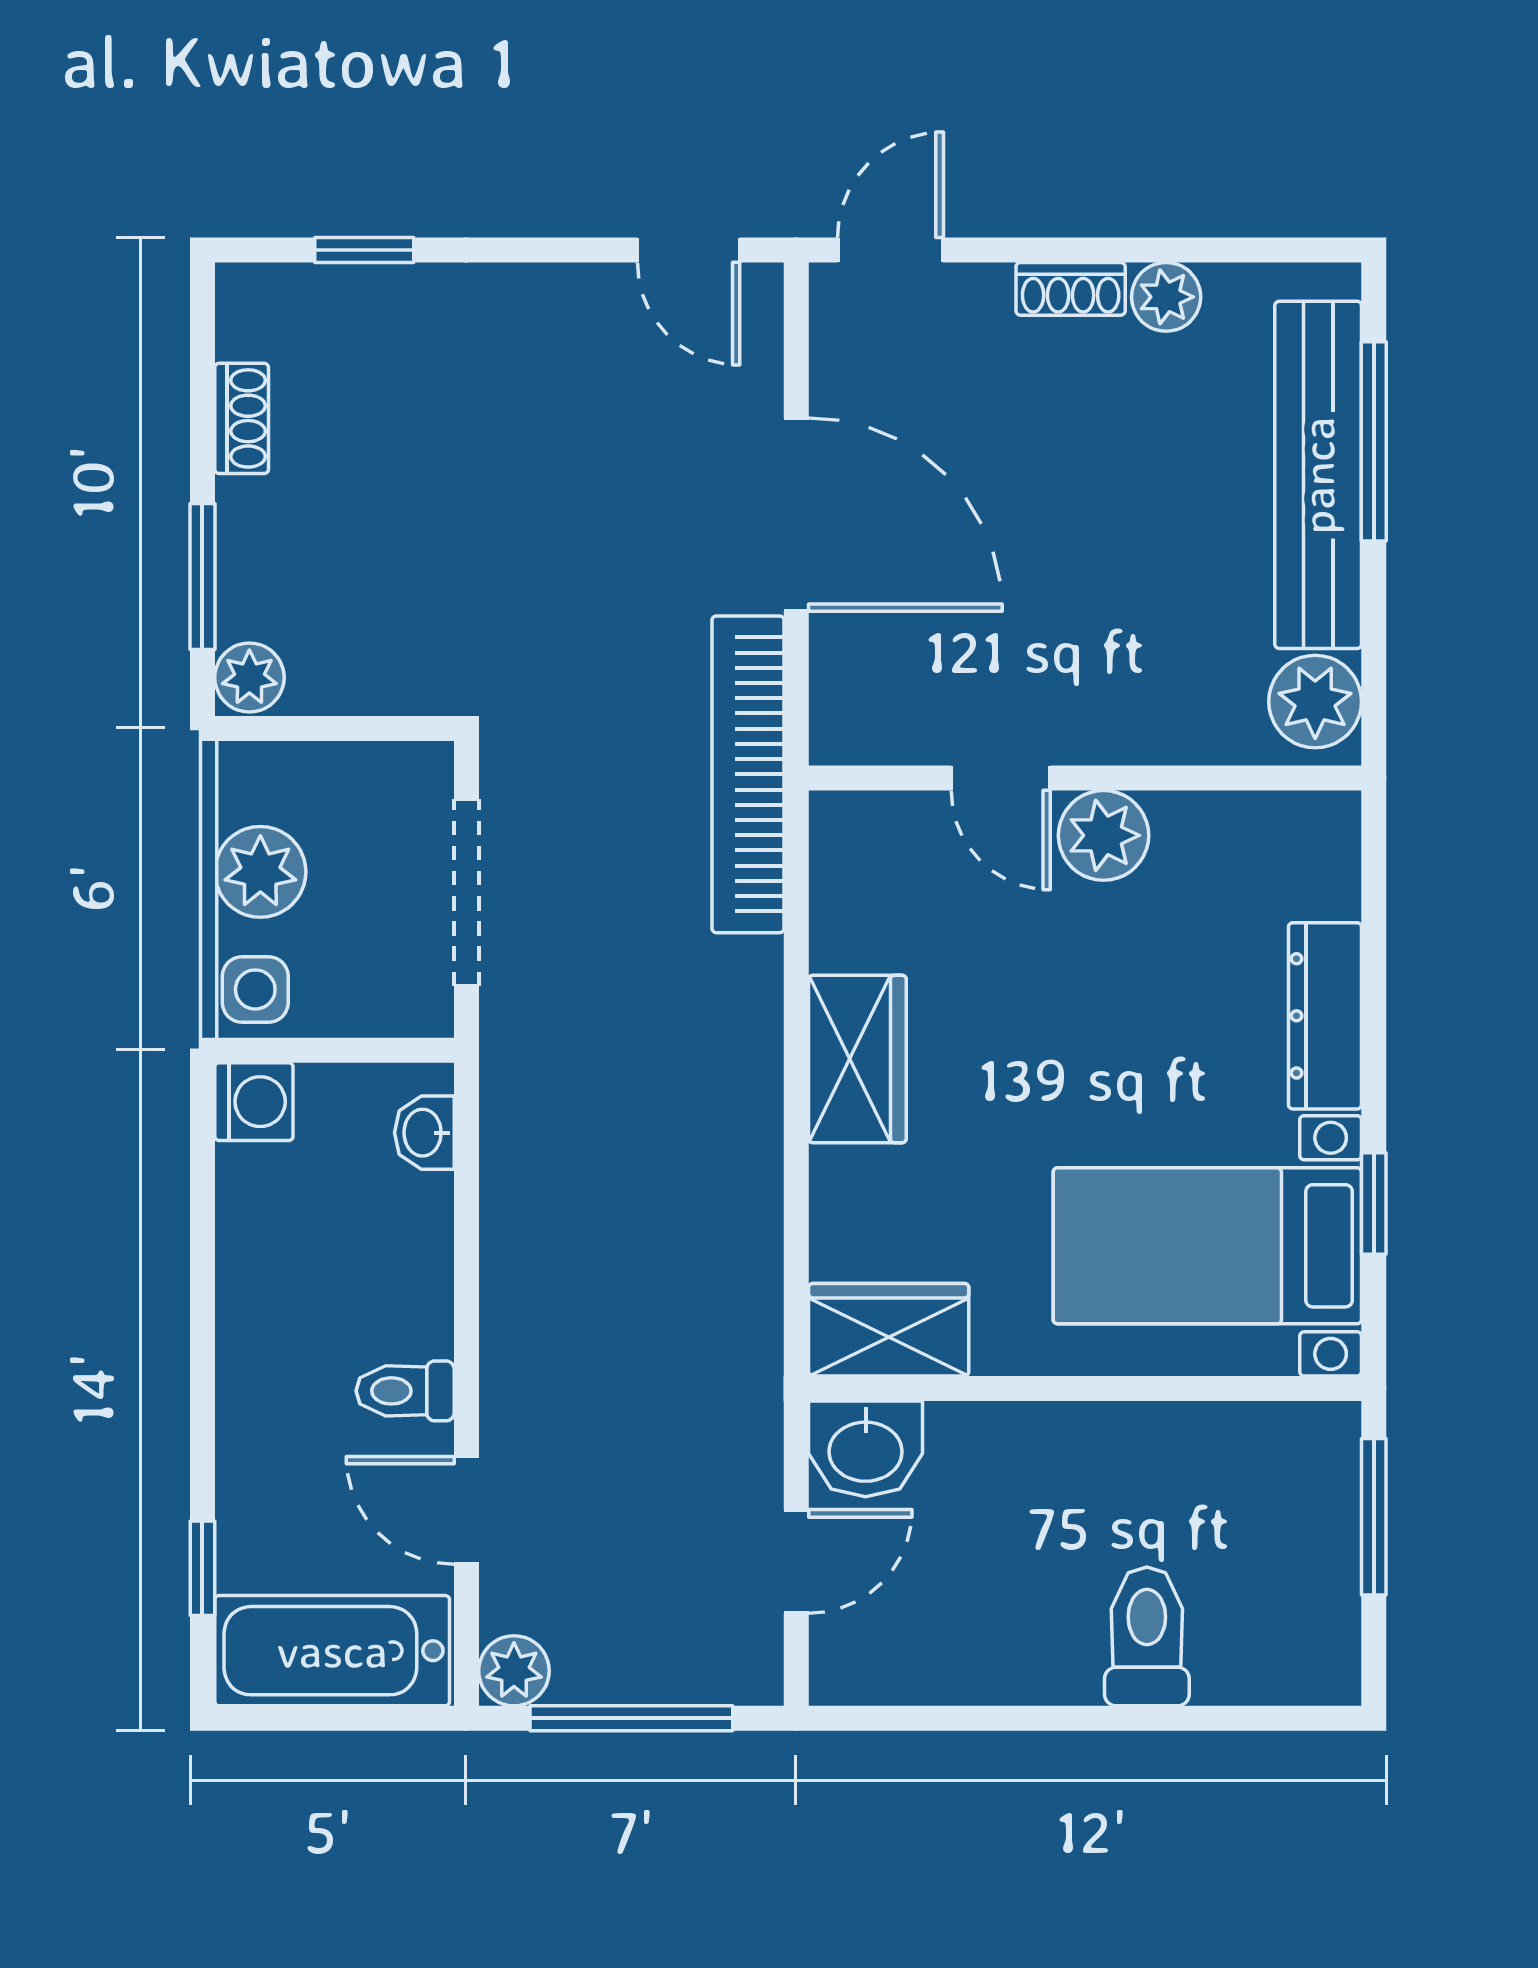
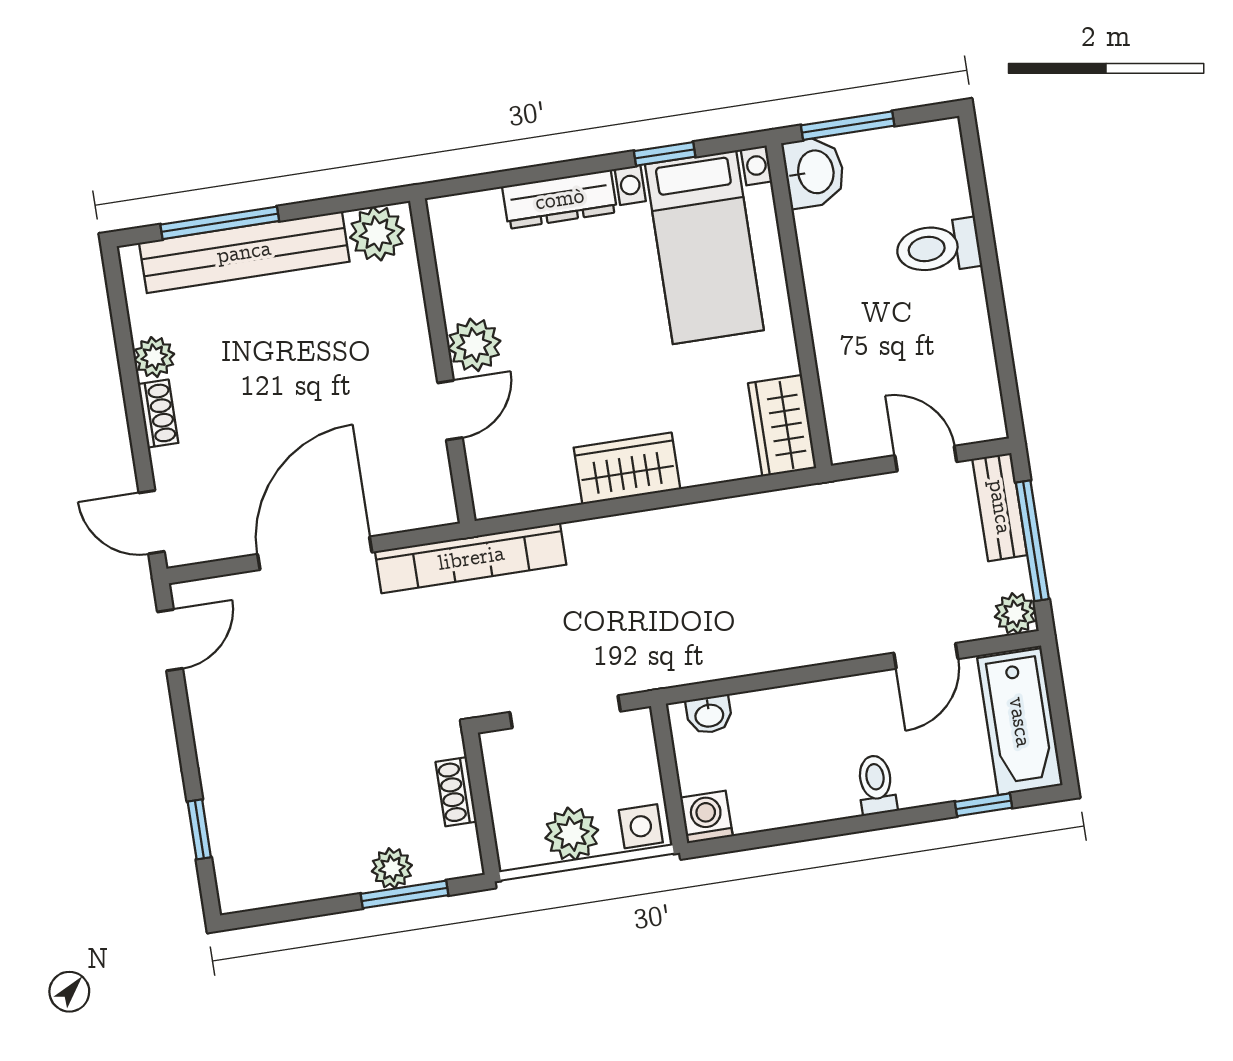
shoe rack: (242, 418) -> (456, 792), moved, turned -90
plant: (249, 678) -> (392, 868), moved
toilet: (405, 1391) -> (876, 785), moved, turned 180
washbasin: (866, 1449) -> (814, 172), moved
bench: (696, 1672) -> (1000, 507), added

